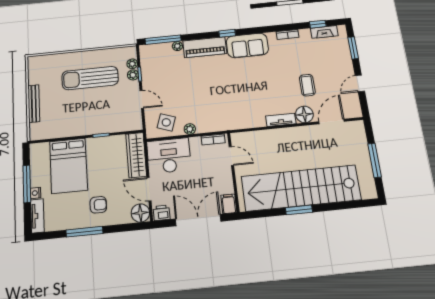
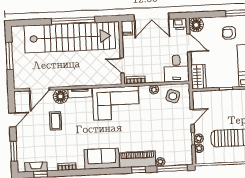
window: (227, 33) -> (139, 170), moved
door: (142, 99) -> (192, 117), swing flipped
corner sofa: (235, 110) -> (116, 103), added
wardrobe: (136, 155) -> (198, 77), width x0.67
desk: (169, 156) -> (176, 69), width x0.73
window: (299, 210) -> (73, 21), width x2.11

